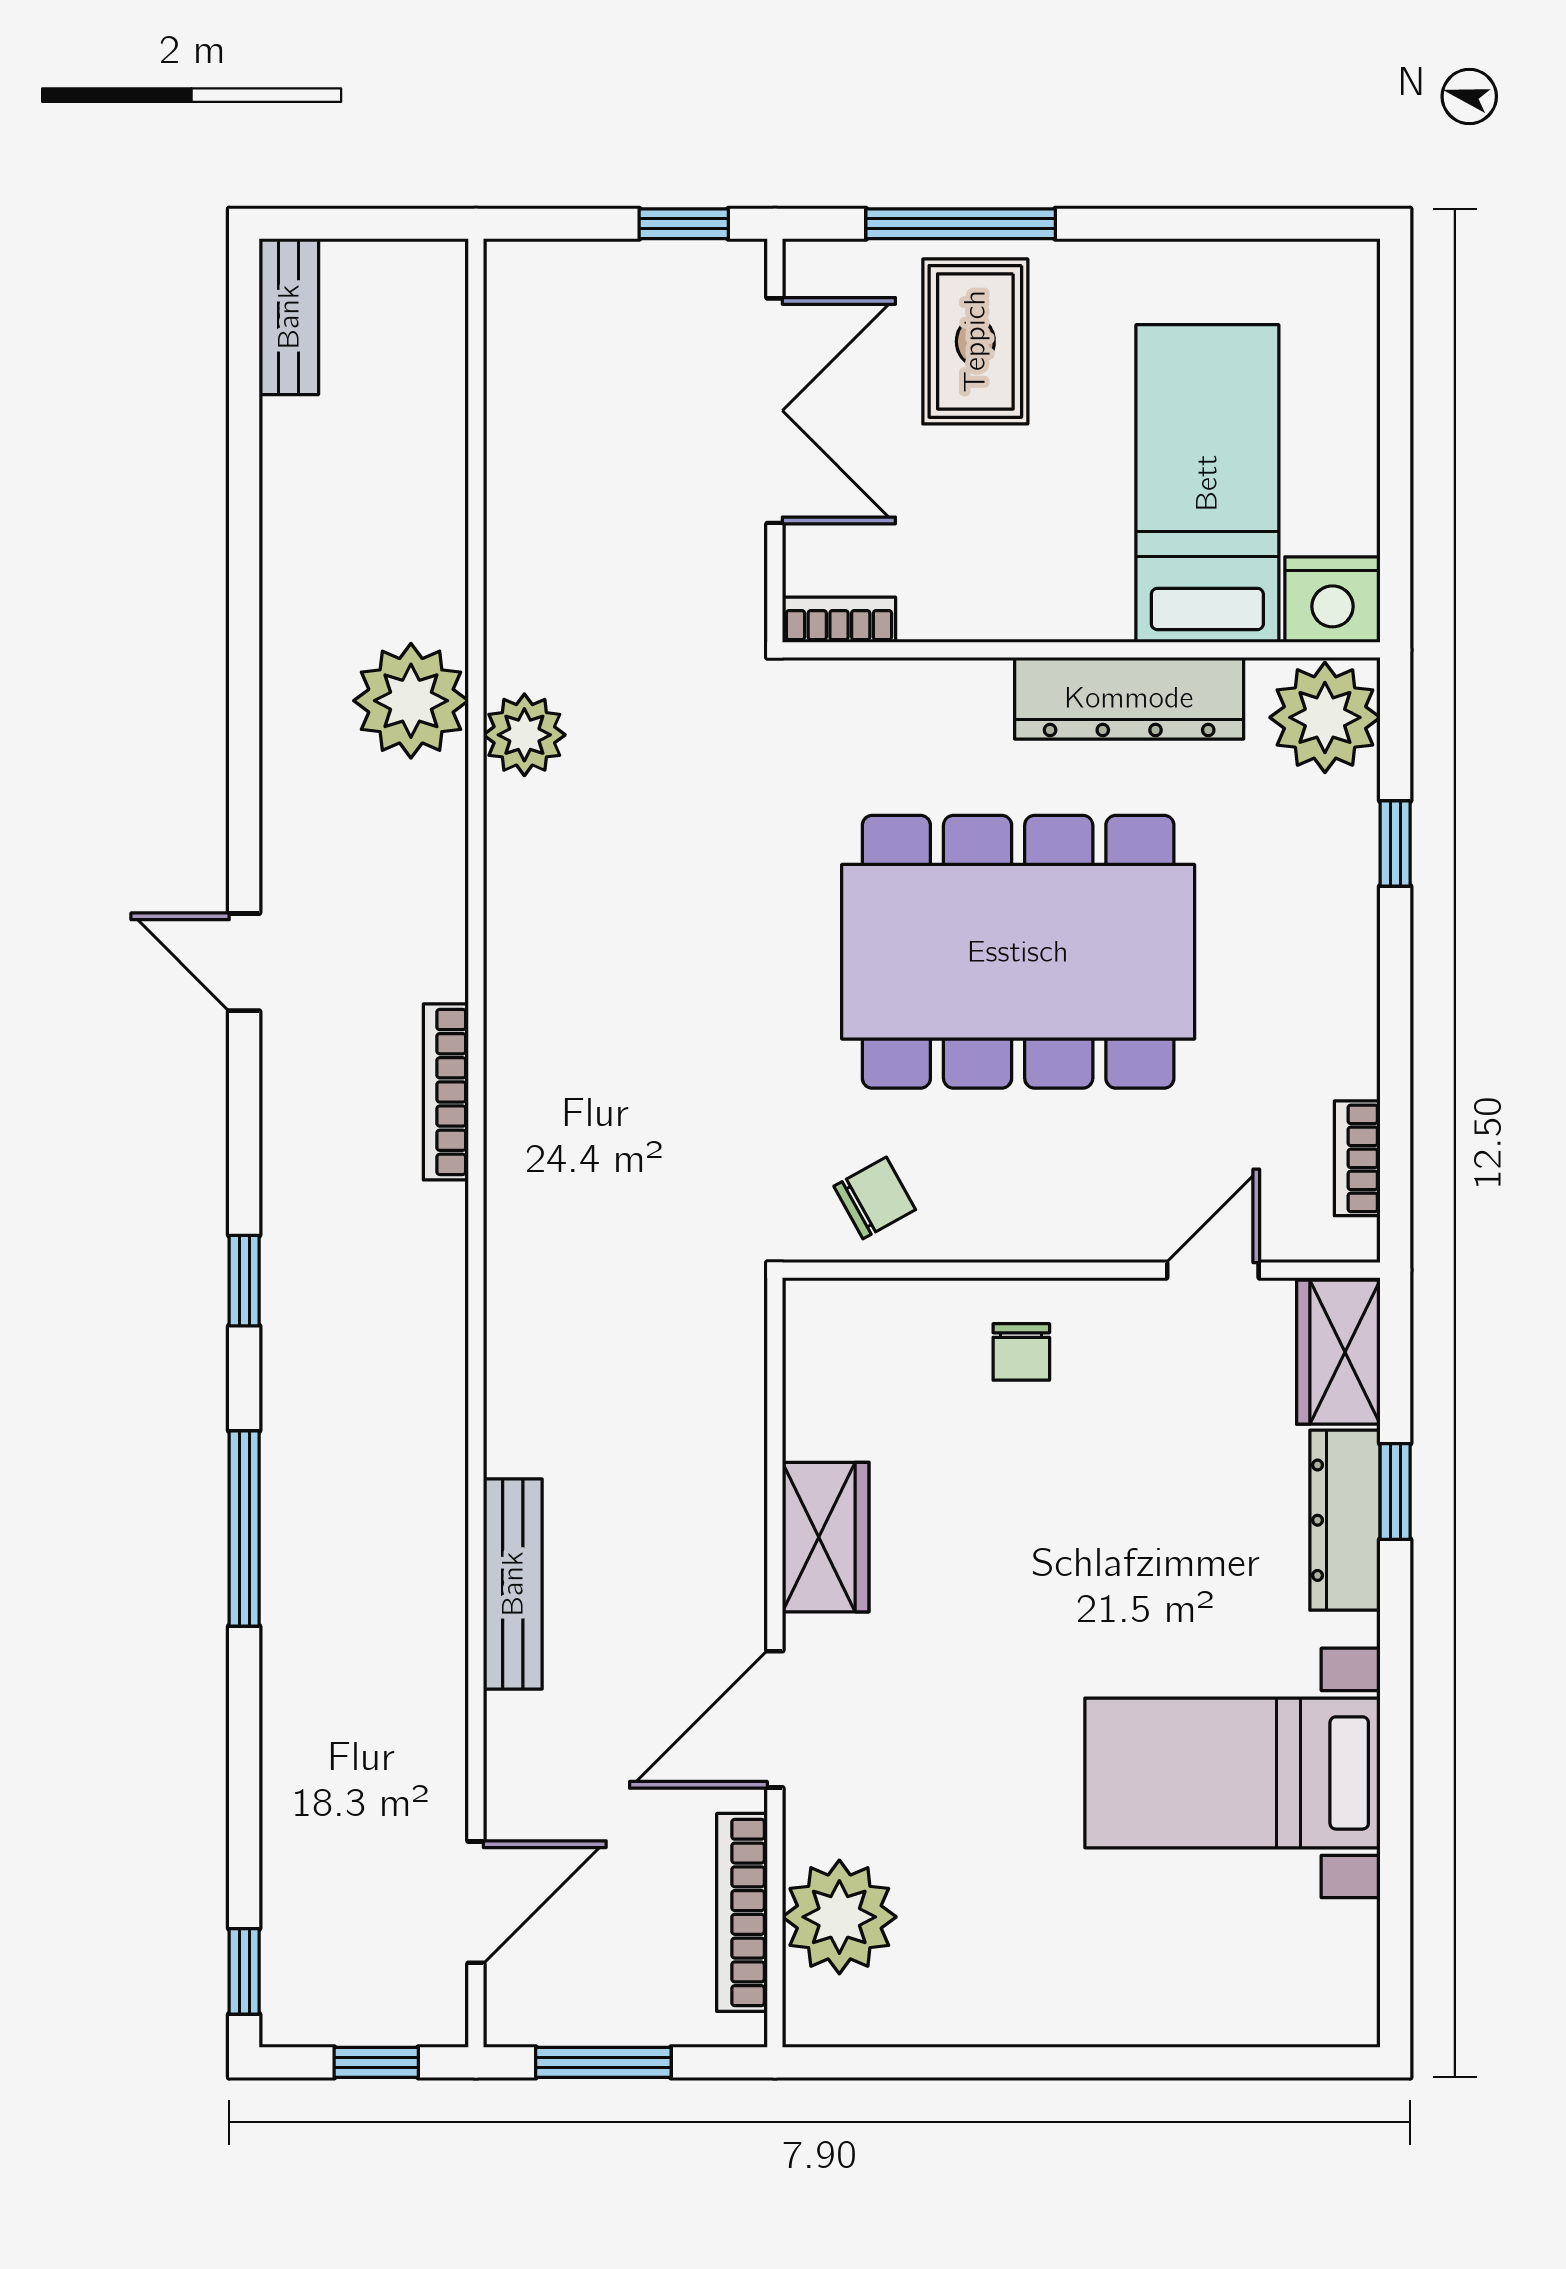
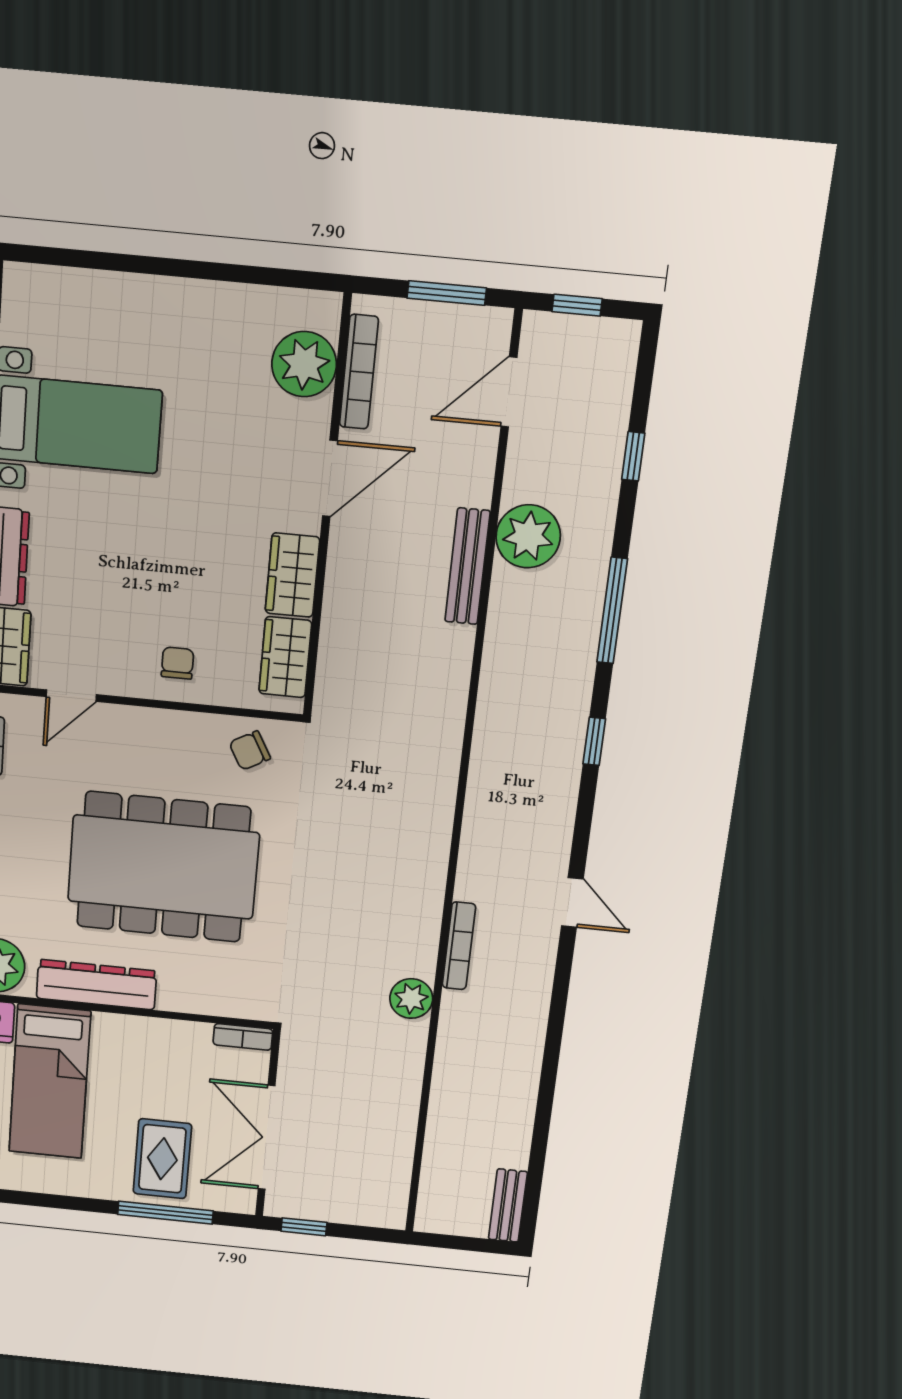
plant: (411, 701) -> (528, 536), moved
bookcase: (446, 1092) -> (459, 946), moved
wardrobe: (825, 1383) -> (285, 657), added
window: (244, 1971) -> (633, 456), moved

